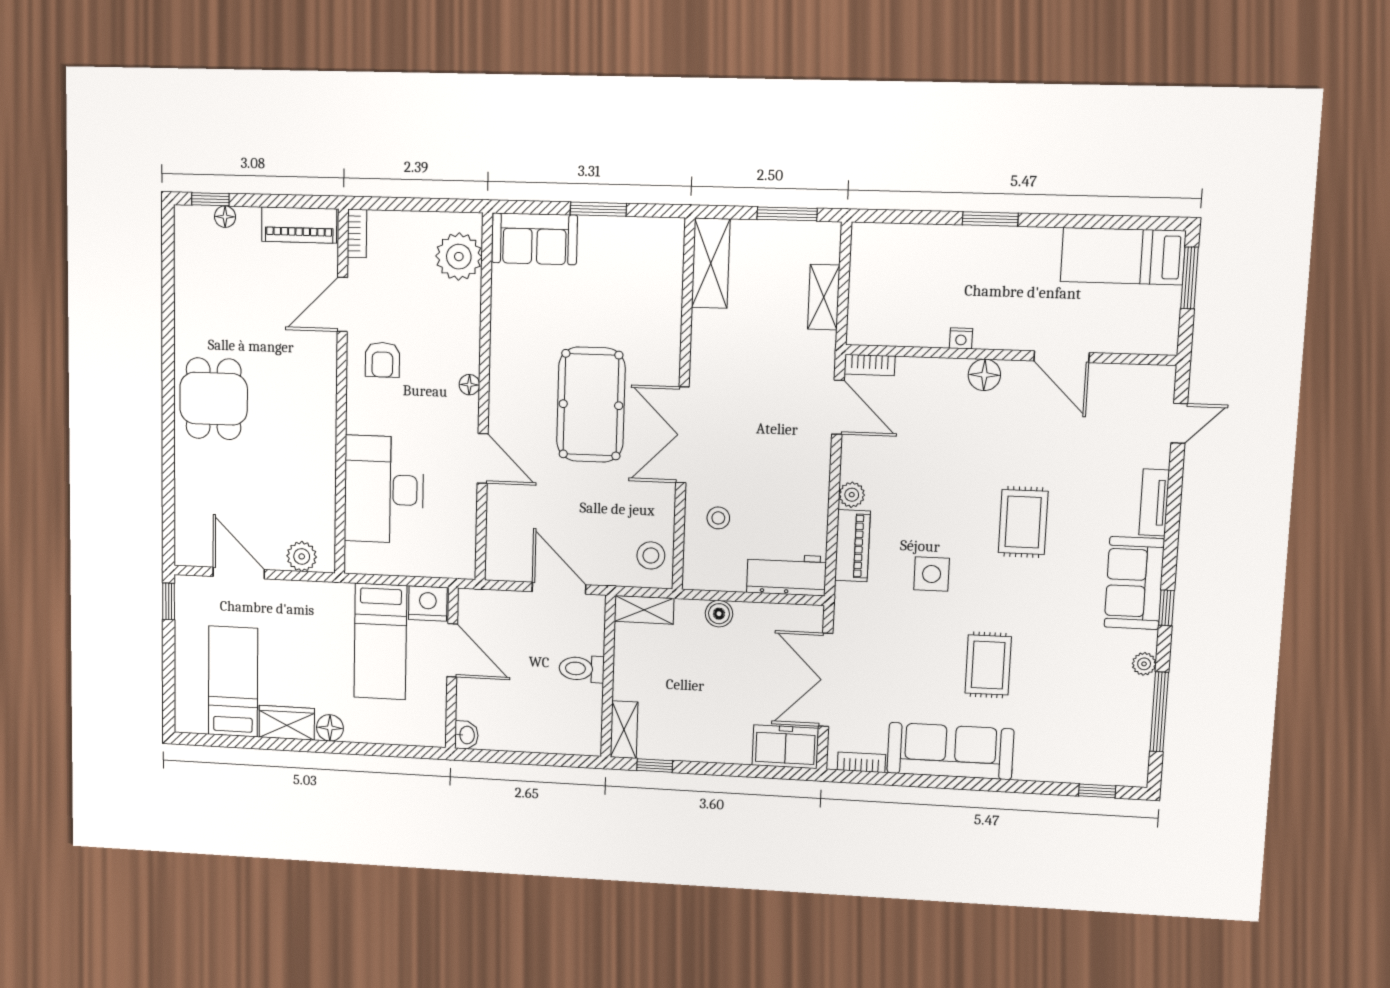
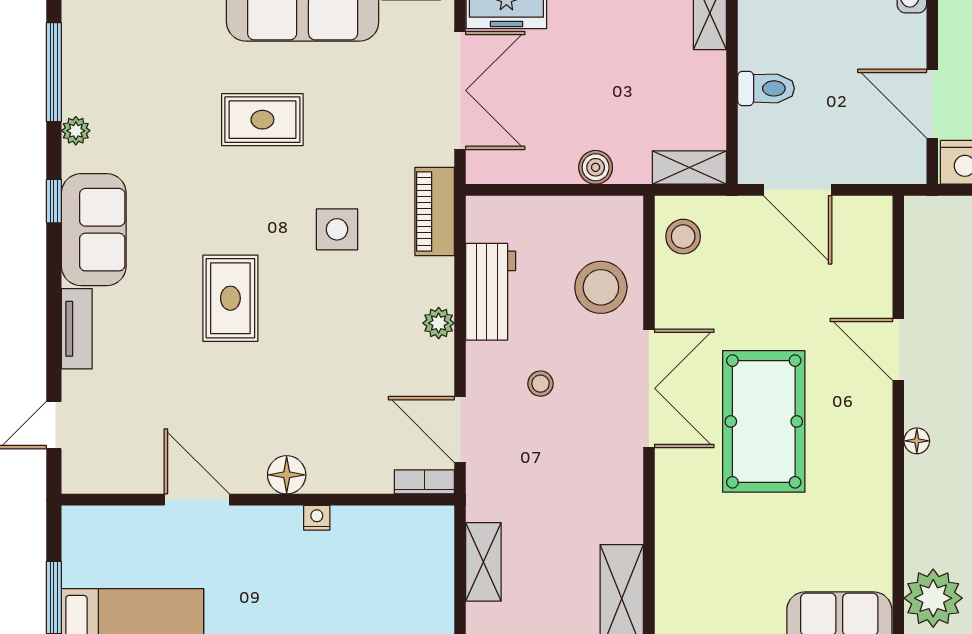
stool: (770, 442) -> (541, 384), added
stool: (718, 518) -> (601, 287), width x1.89, depth x1.89
piano: (853, 546) -> (435, 211), moved
workbench: (786, 575) -> (491, 292), moved, turned -90
rug: (988, 665) -> (262, 120), turned 90

